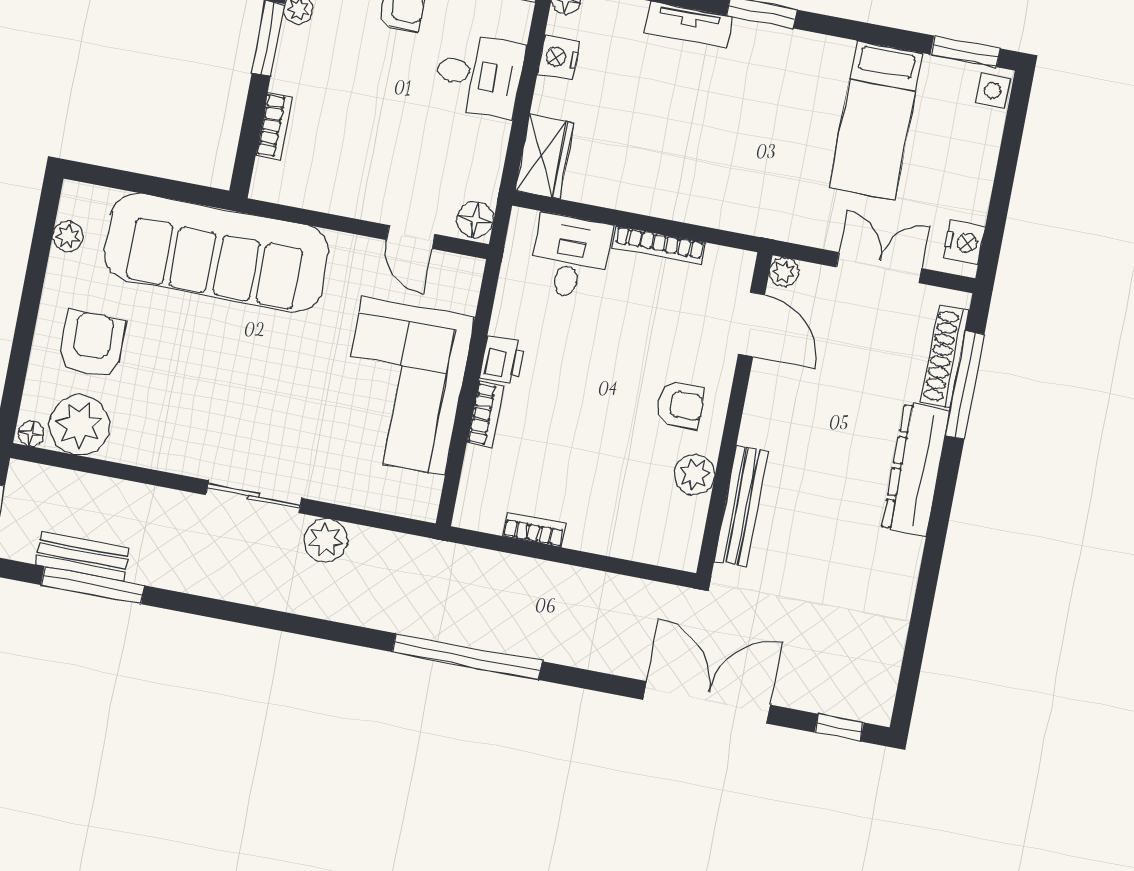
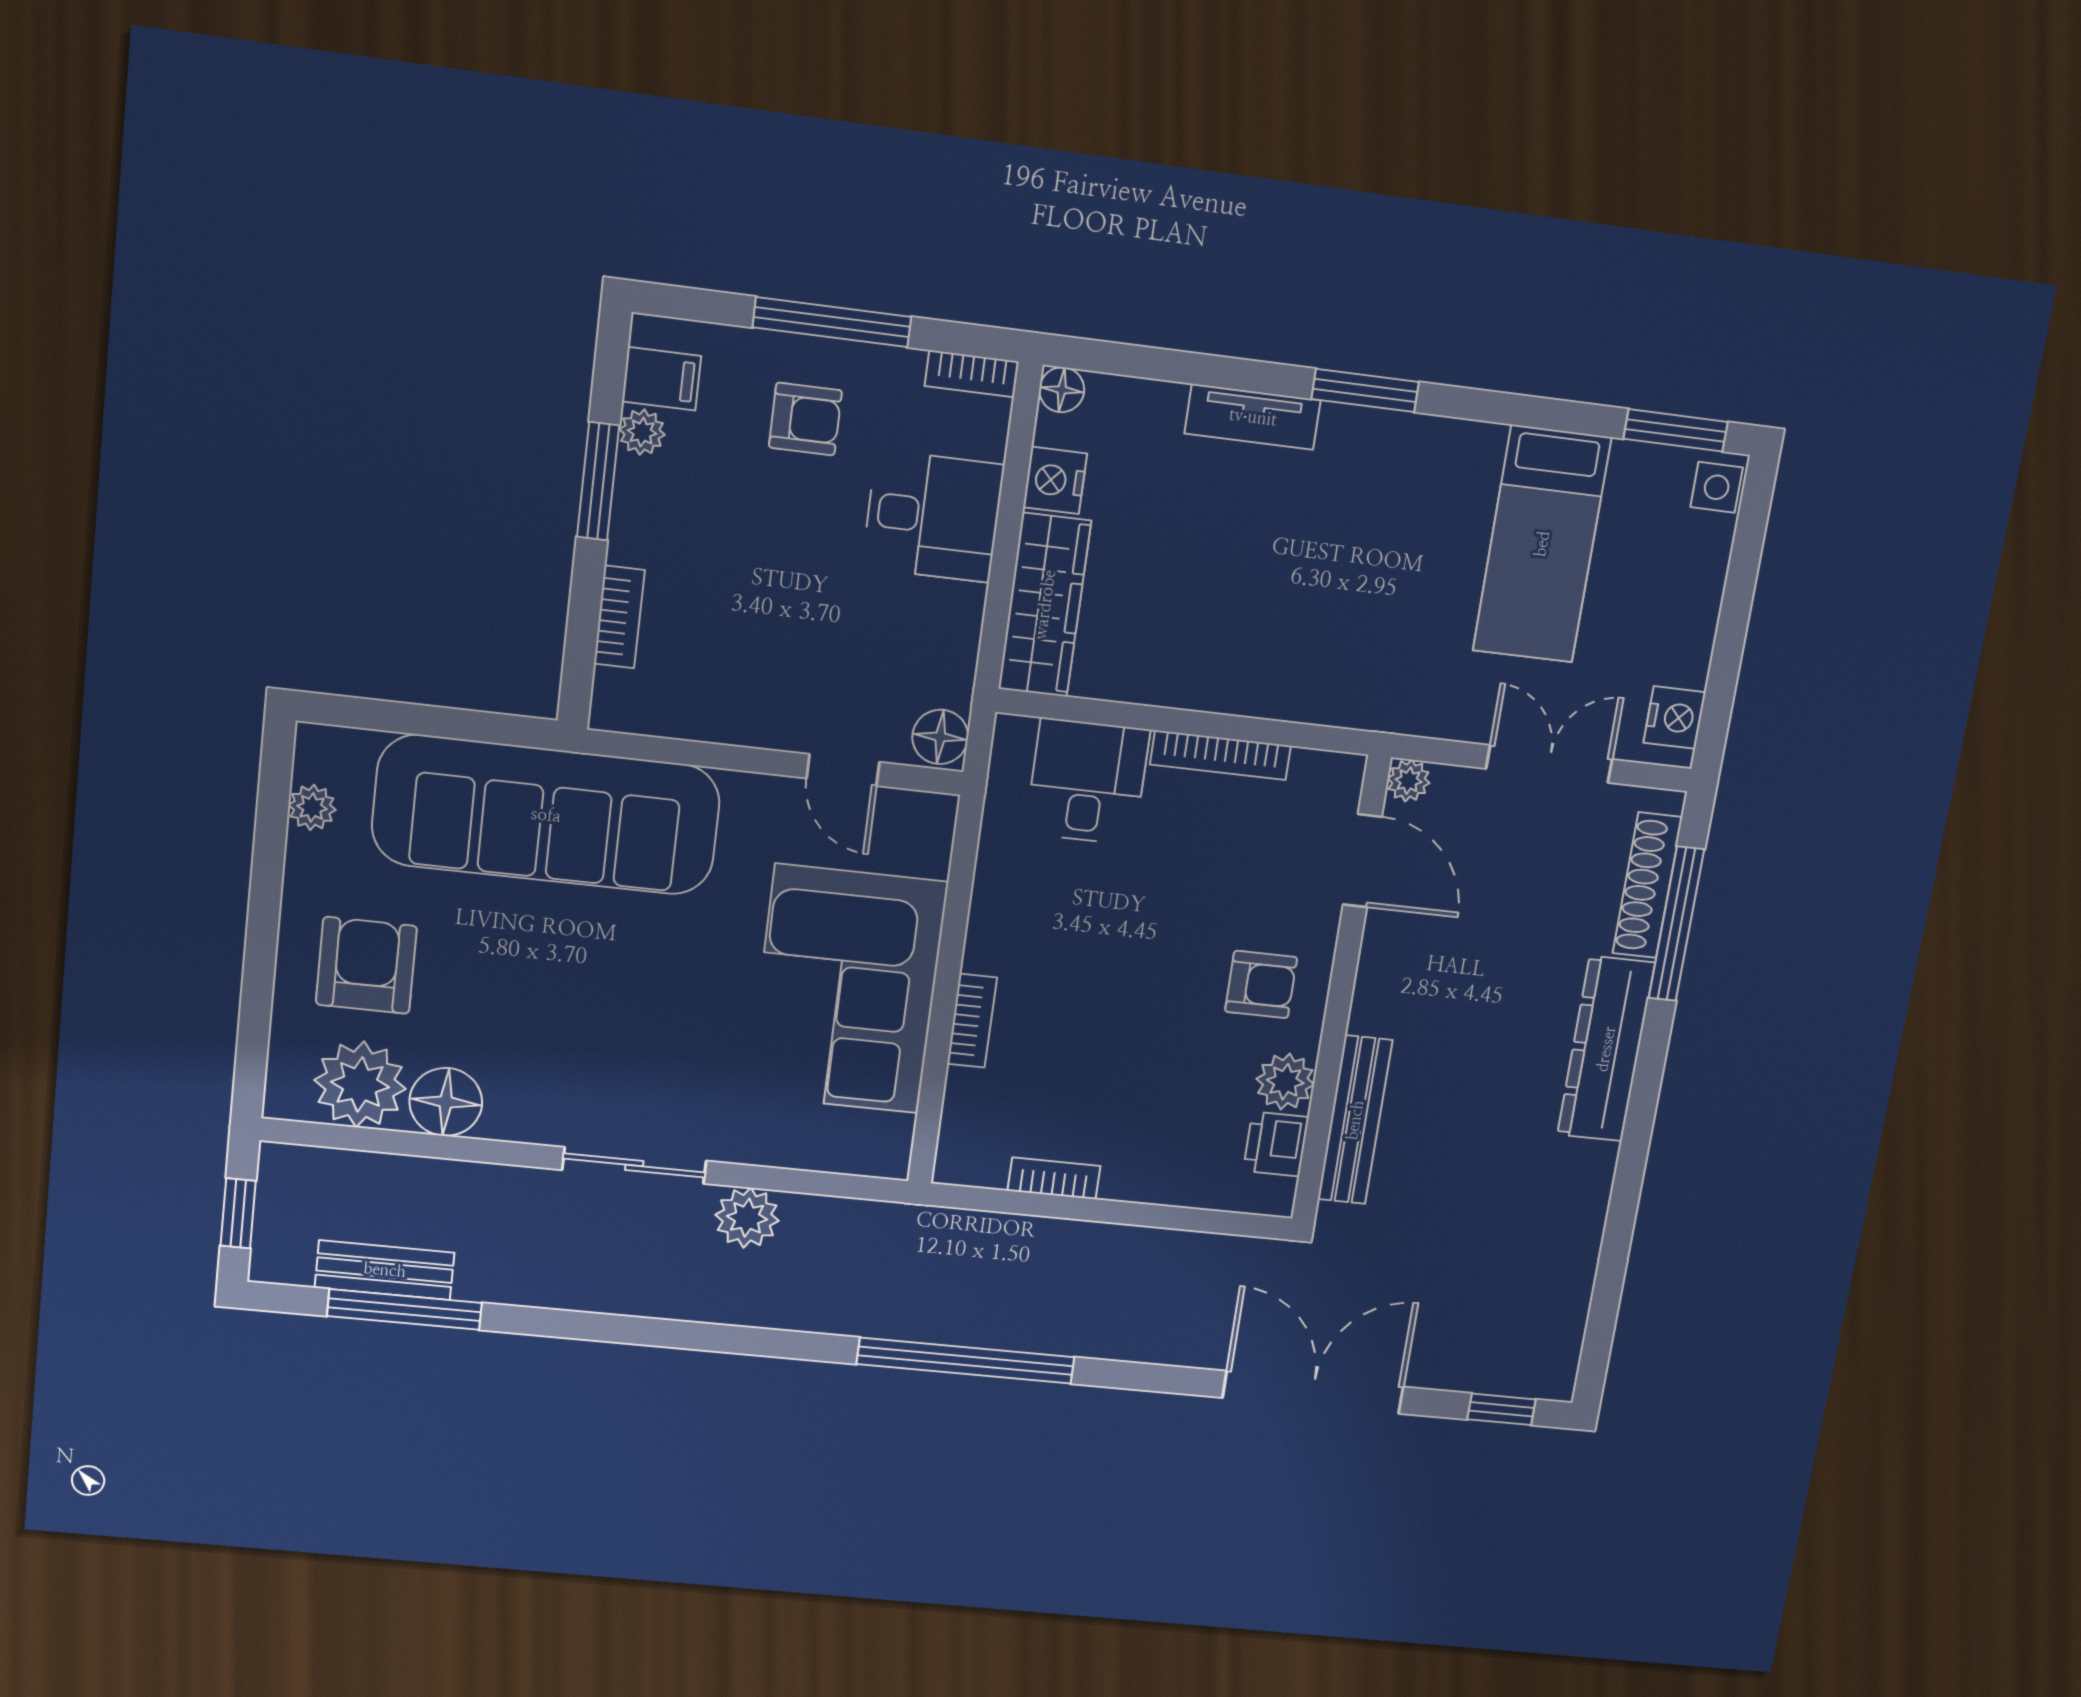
wardrobe: (544, 157) -> (1045, 605), width x1.50
printer: (502, 360) -> (1276, 1144), moved, turned 180
floor lamp: (31, 434) -> (446, 1102), moved, width x1.89, depth x1.89

